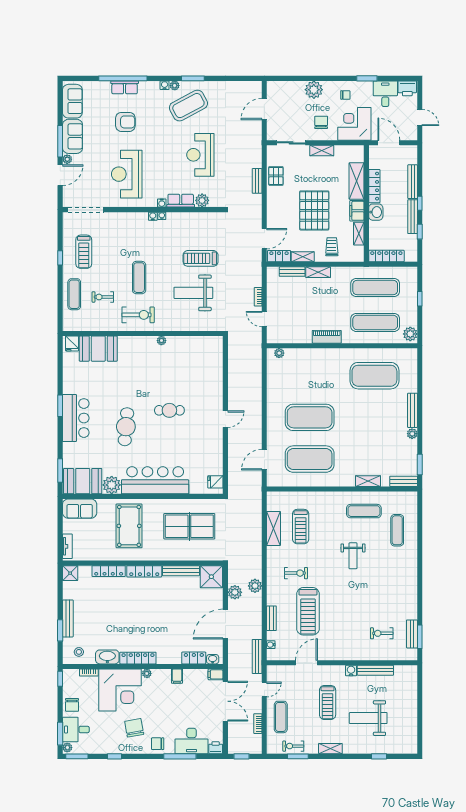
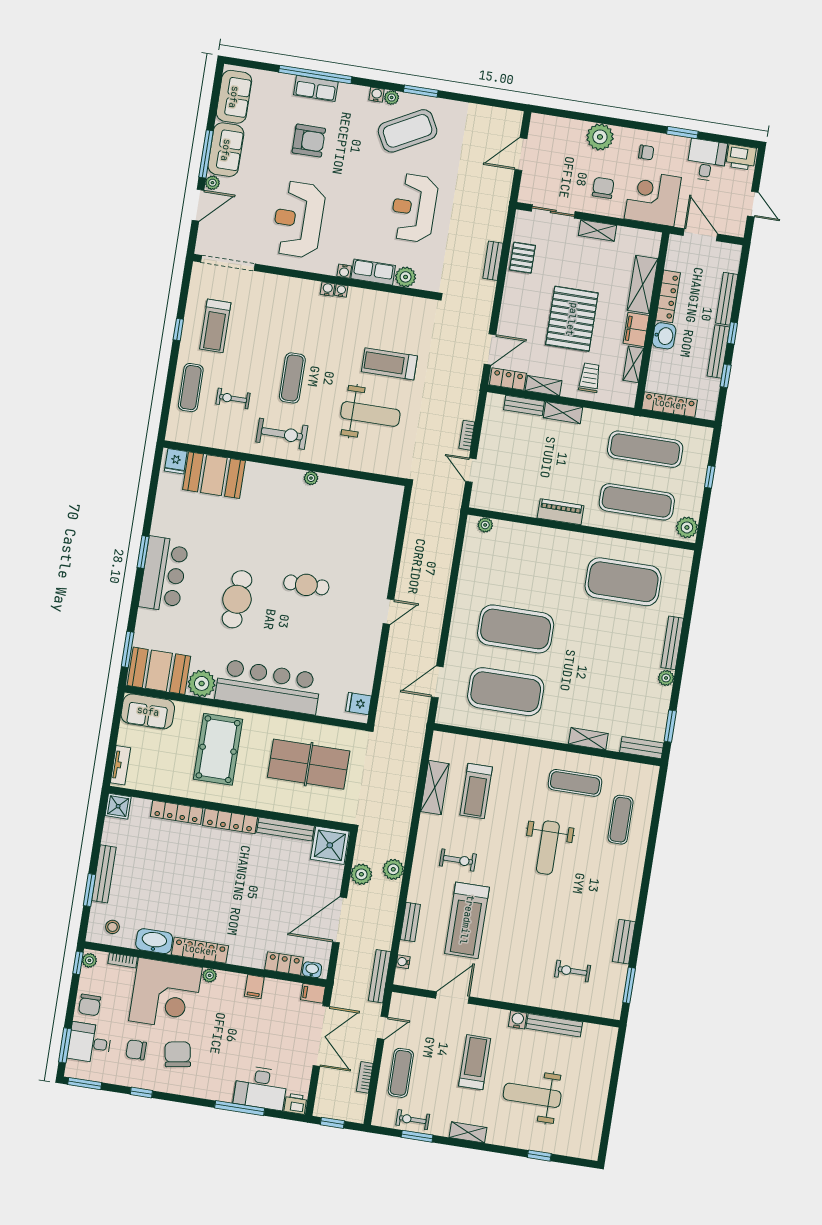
weight bench: (193, 293) -> (370, 414), turned 180
weight bench: (353, 556) -> (548, 848), width x1.36, depth x1.33
bench: (412, 634) -> (624, 942), moved
treadmill: (328, 702) -> (475, 1062), turned 180
chair: (158, 744) -> (136, 1050), moved
plant: (67, 748) -> (89, 960), moved

